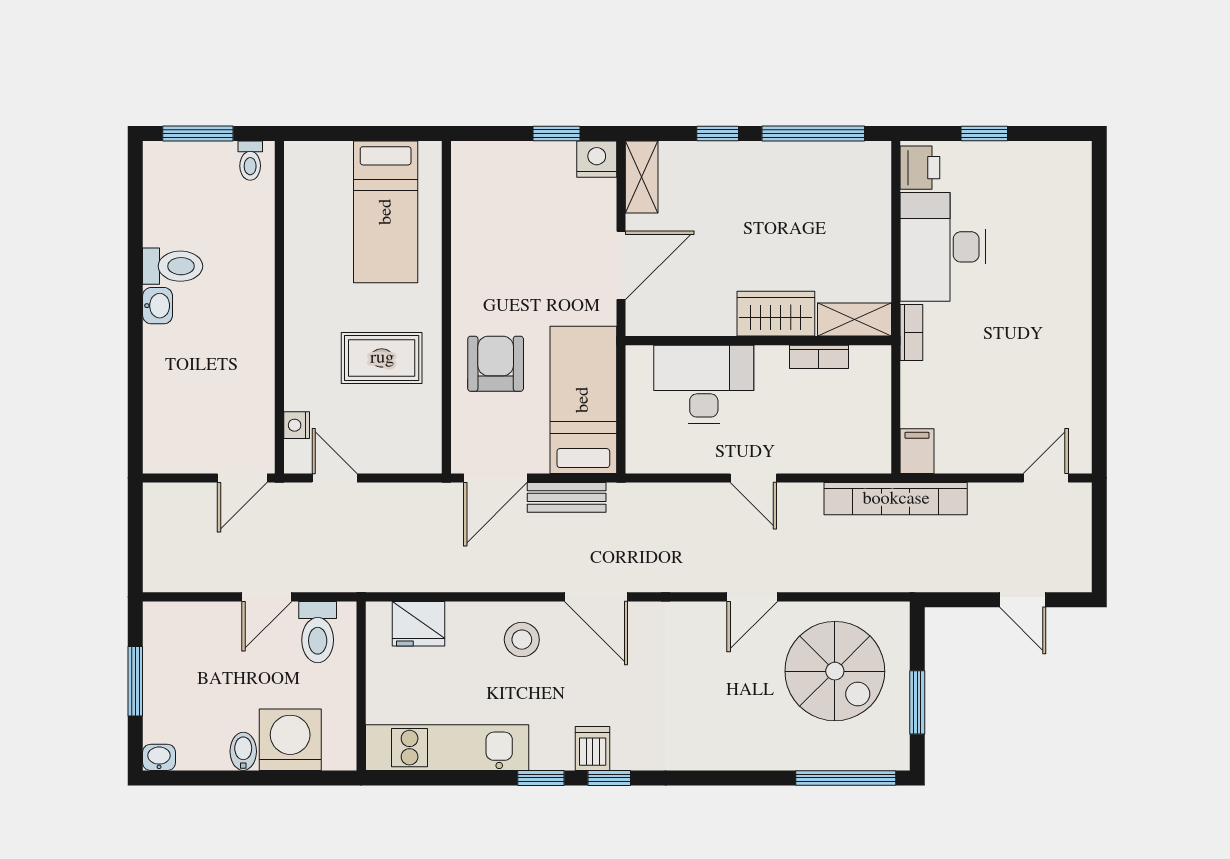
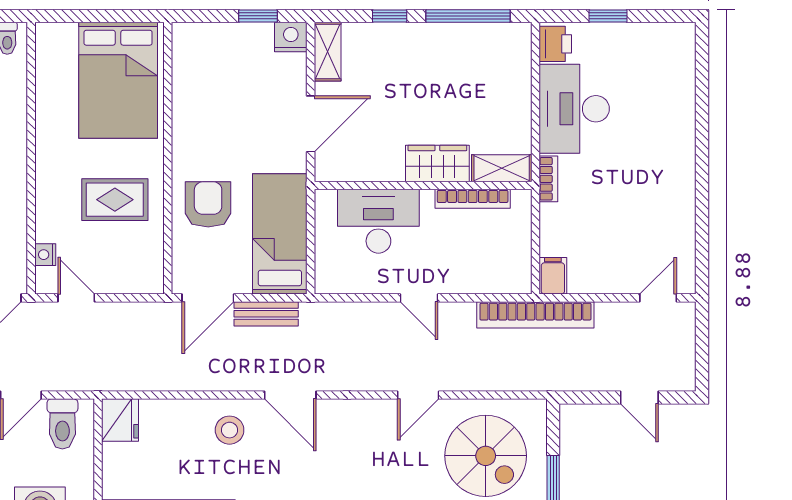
bed: (386, 212) -> (118, 80), width x1.50
bookcase: (819, 357) -> (473, 199), width x1.56
fridge: (418, 624) -> (120, 420), moved, turned -90

